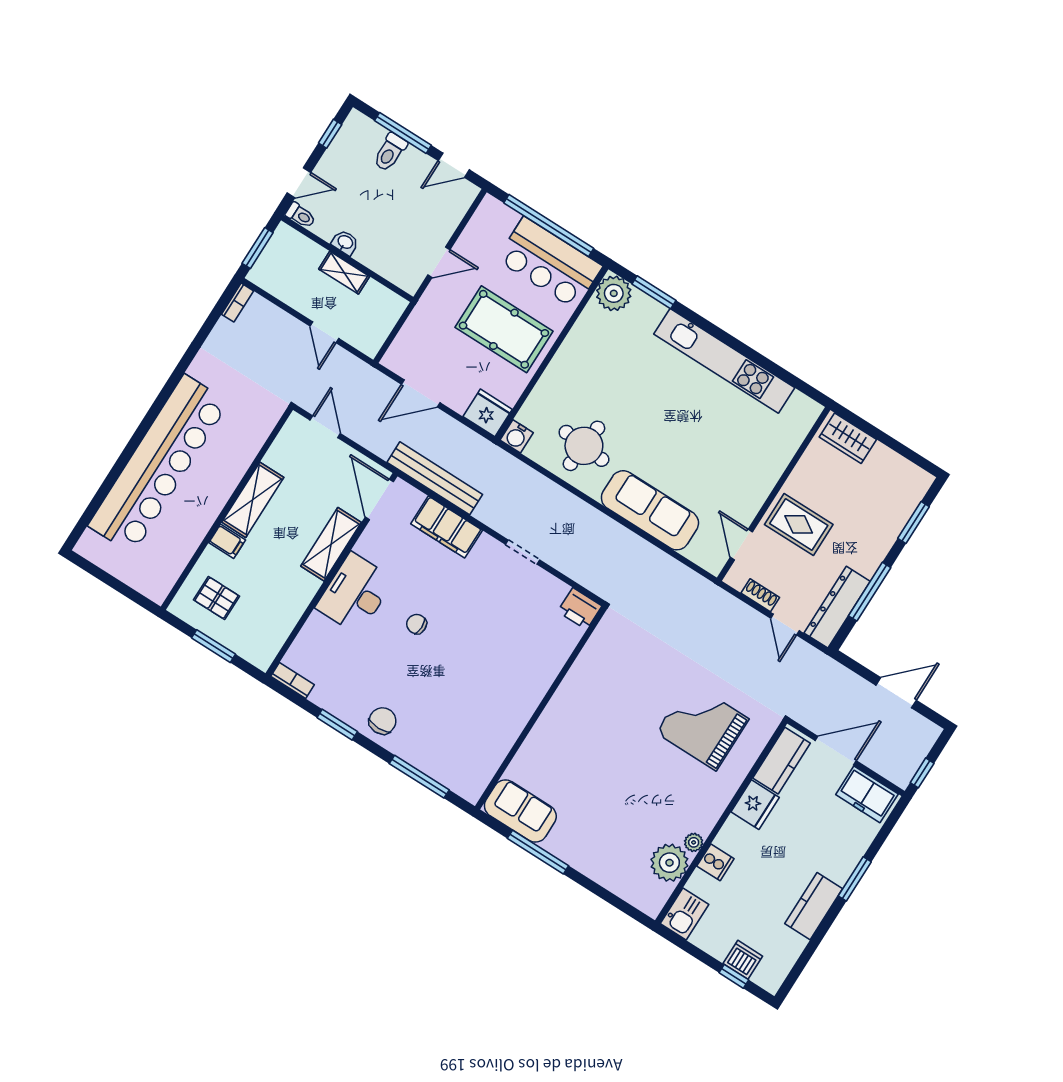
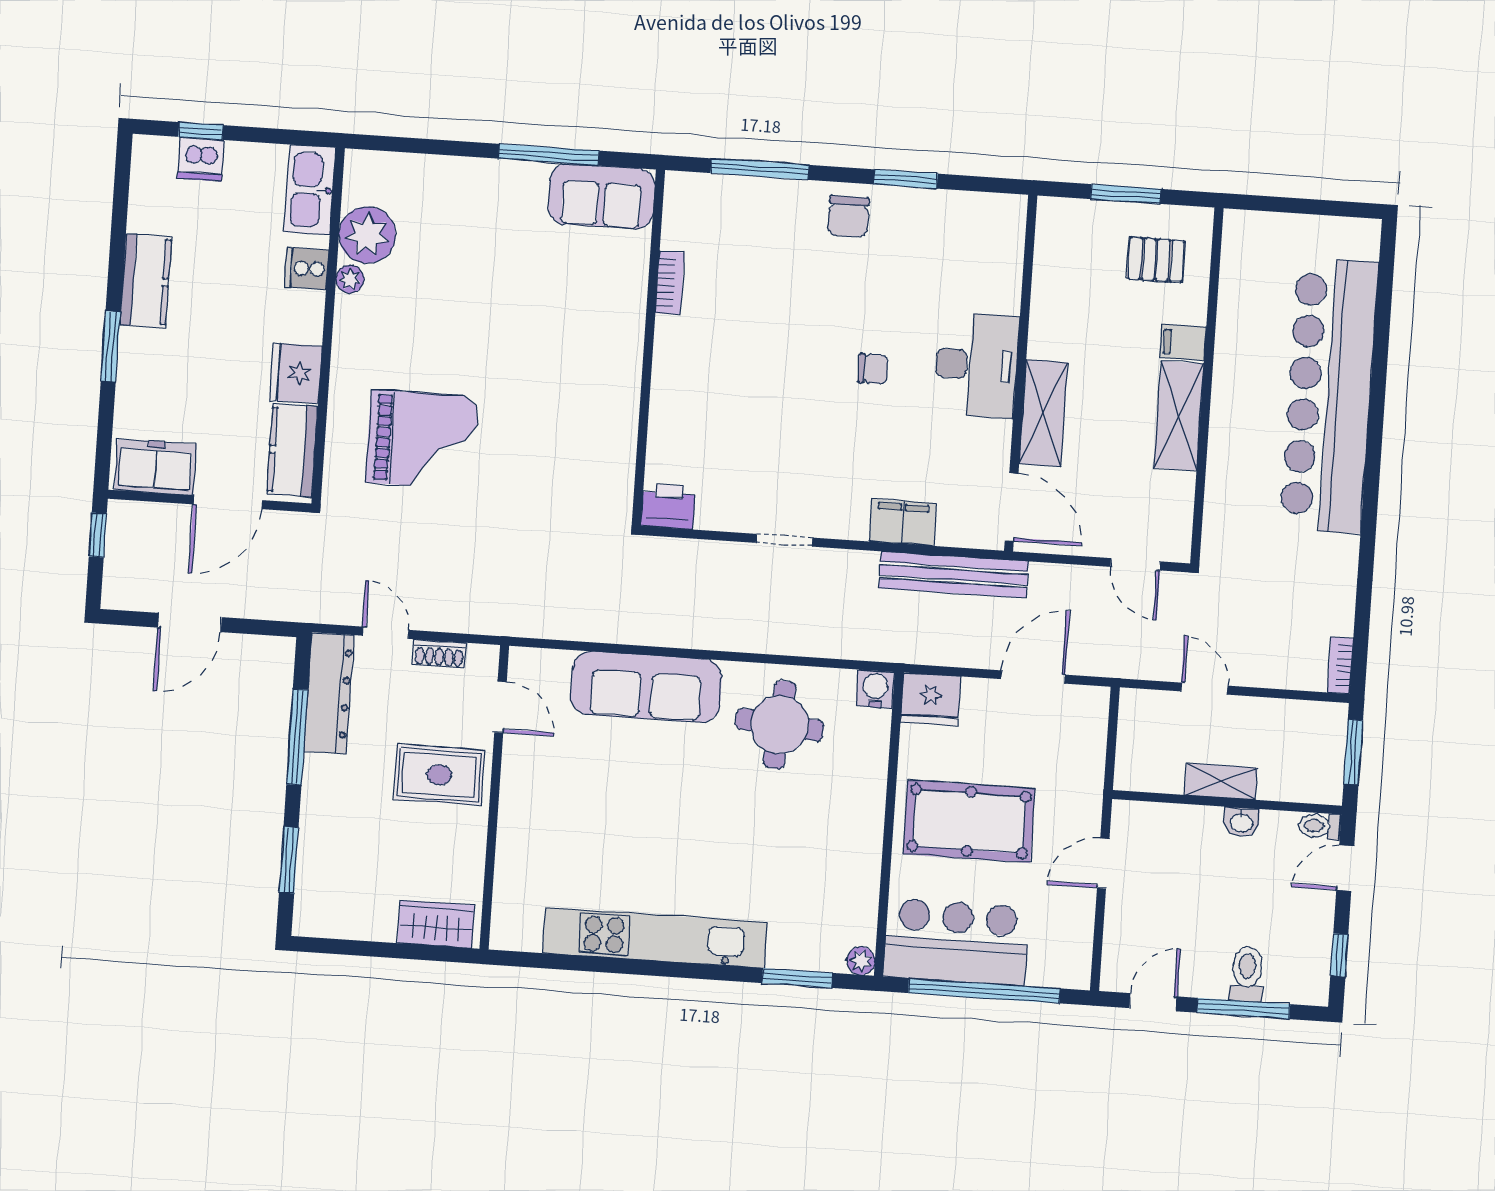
plant: (614, 293) -> (861, 961), width x0.53, depth x0.53
filing cabinet: (447, 527) -> (903, 522), width x0.67, depth x0.86
bookcase: (292, 681) -> (670, 283), moved, turned -90
kitchen sink: (684, 914) -> (310, 190), width x1.38

